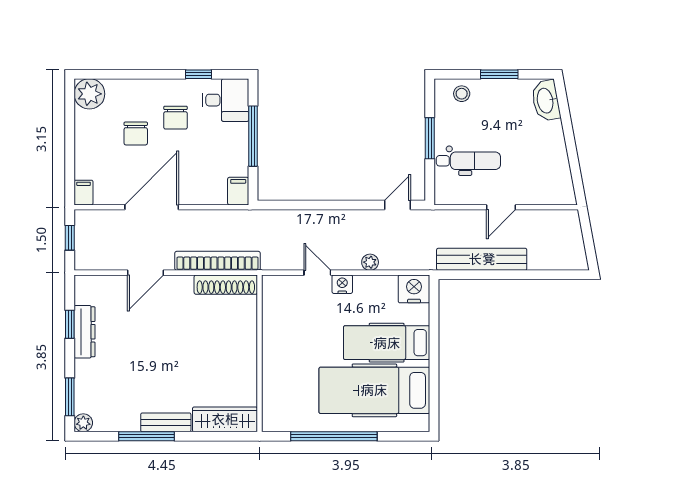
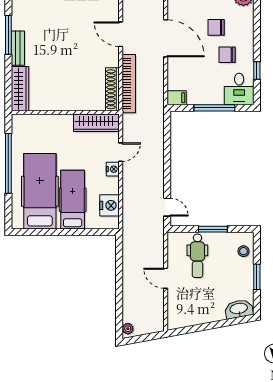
bench: (482, 259) -> (130, 265), removed
plant: (370, 262) -> (128, 329), moved
nightstand: (414, 289) -> (109, 205), moved
wardrobe: (275, 308) -> (96, 123), added

